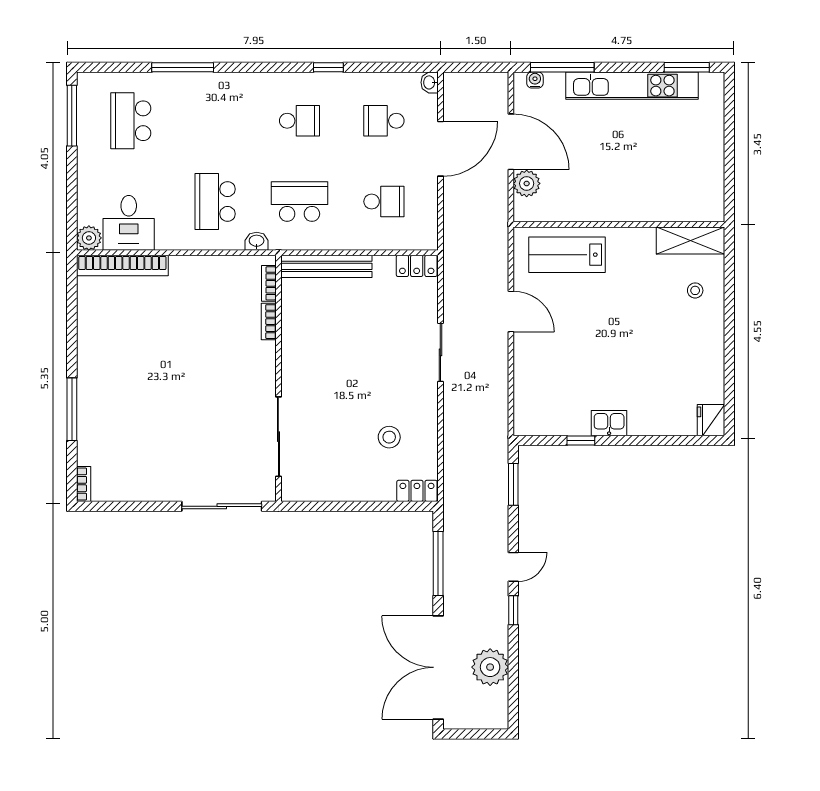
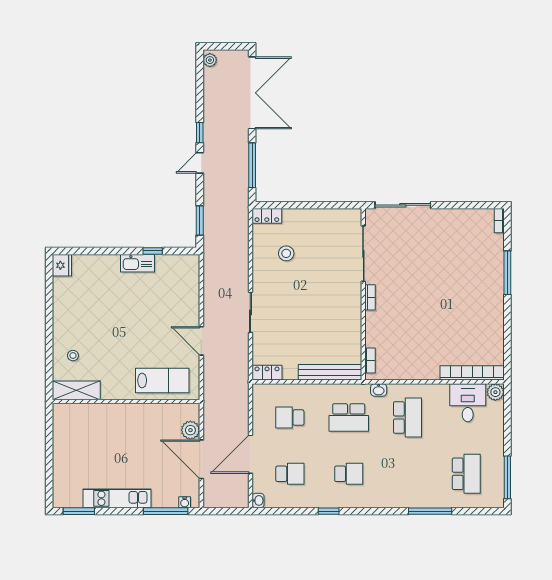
kitchen unit: (632, 86) -> (117, 498), width x0.73
school desk: (300, 121) -> (349, 474), turned 180
bookcase: (269, 322) -> (370, 297), moved
kitchen sink: (609, 423) -> (138, 263), width x1.38
plant: (490, 667) -> (210, 60), moved, width x0.53, depth x0.53

